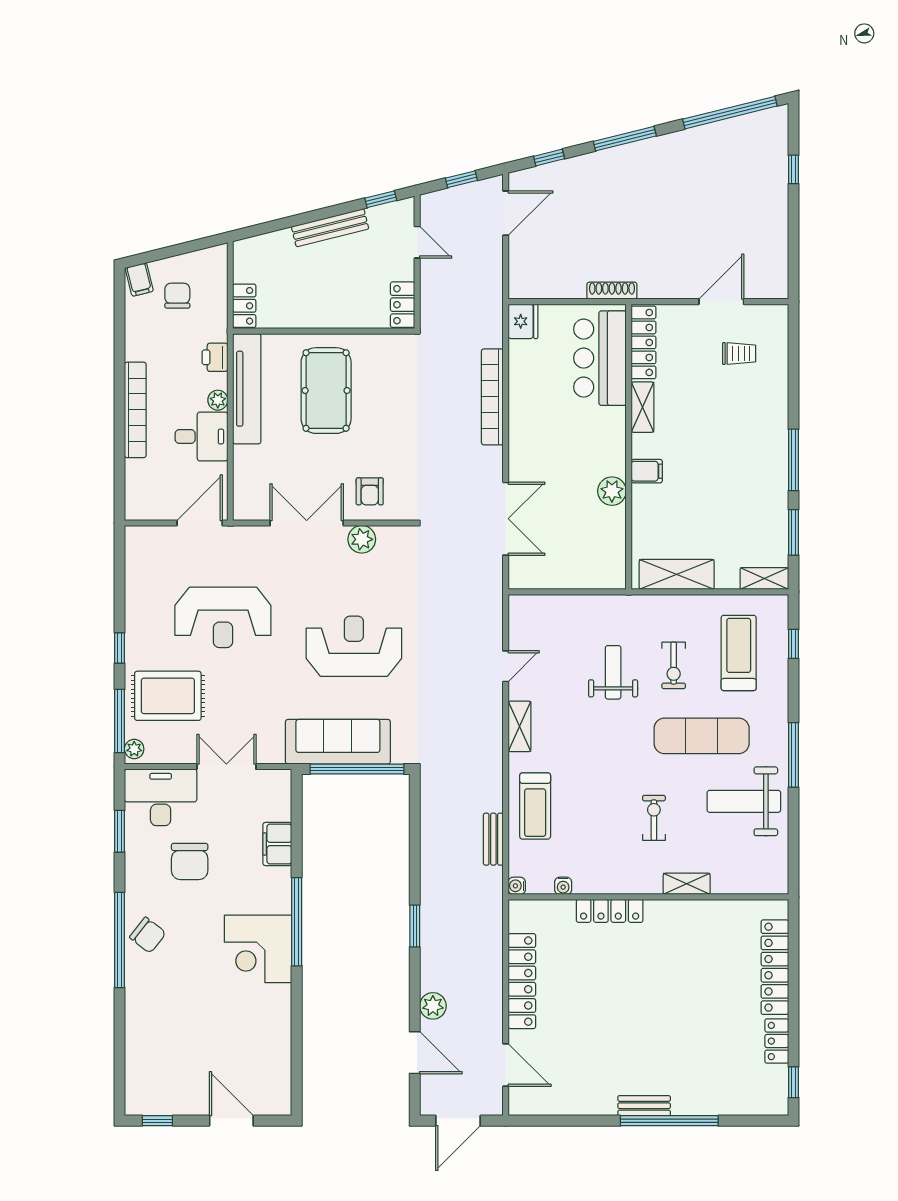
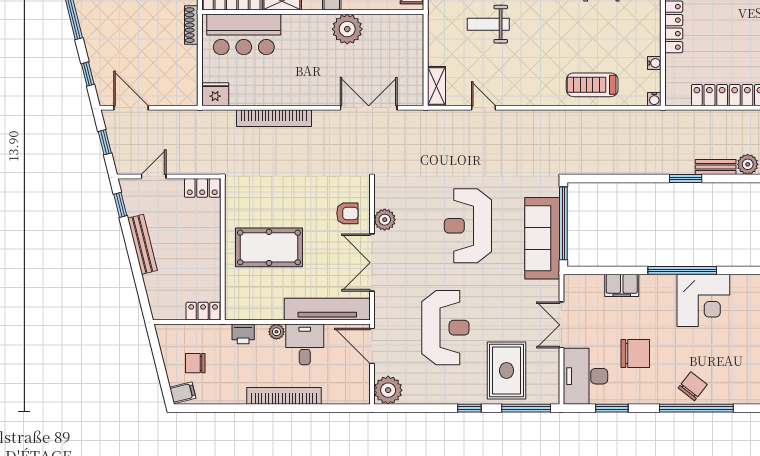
tv unit: (247, 389) -> (327, 309), moved
plant: (612, 491) -> (347, 29), width x1.36, depth x1.36
shelving: (520, 726) -> (436, 86), moved, turned 90
plant: (134, 749) -> (388, 390), moved, width x1.88, depth x1.88
treadmill: (535, 806) -> (592, 85), turned 180
bench: (493, 839) -> (716, 167), moved

